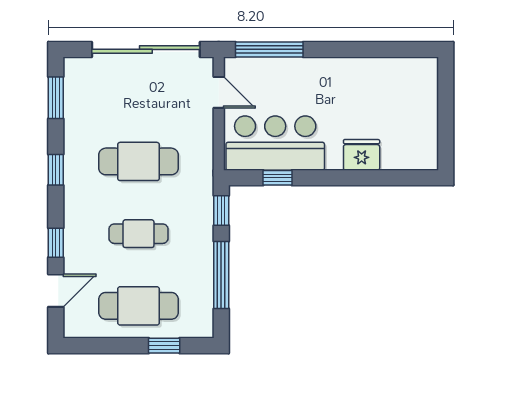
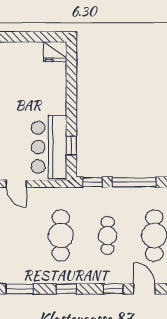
door: (219, 92) -> (16, 184), swing flipped
fridge: (362, 155) -> (55, 52), moved, turned -90

